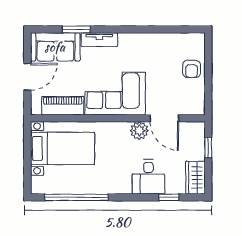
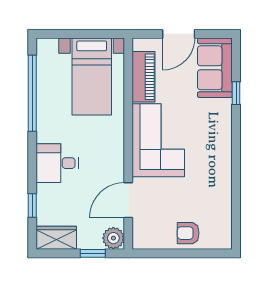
window: (76, 29) -> (236, 93), width x0.67
tv unit: (99, 40) -> (224, 121), removed
door: (27, 77) -> (179, 34), hinge flipped
plant: (139, 131) -> (113, 238), moved
desk: (148, 177) -> (57, 163), moved

